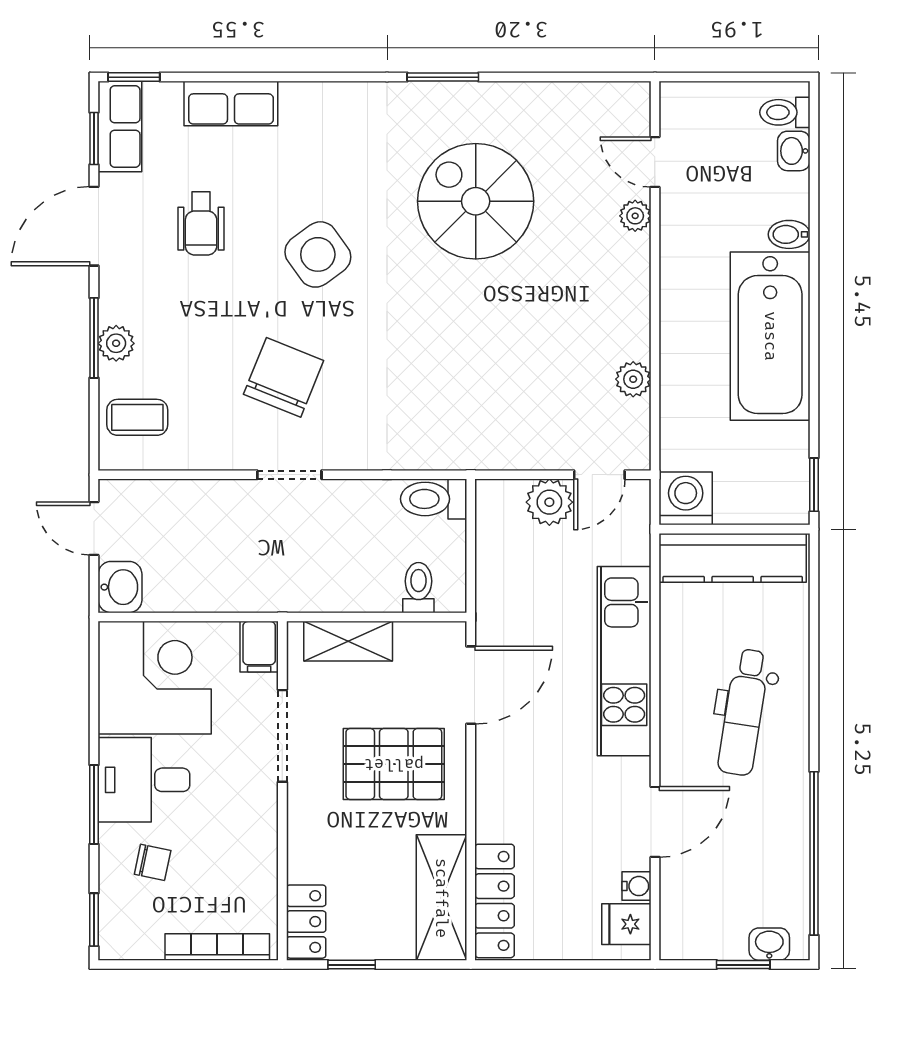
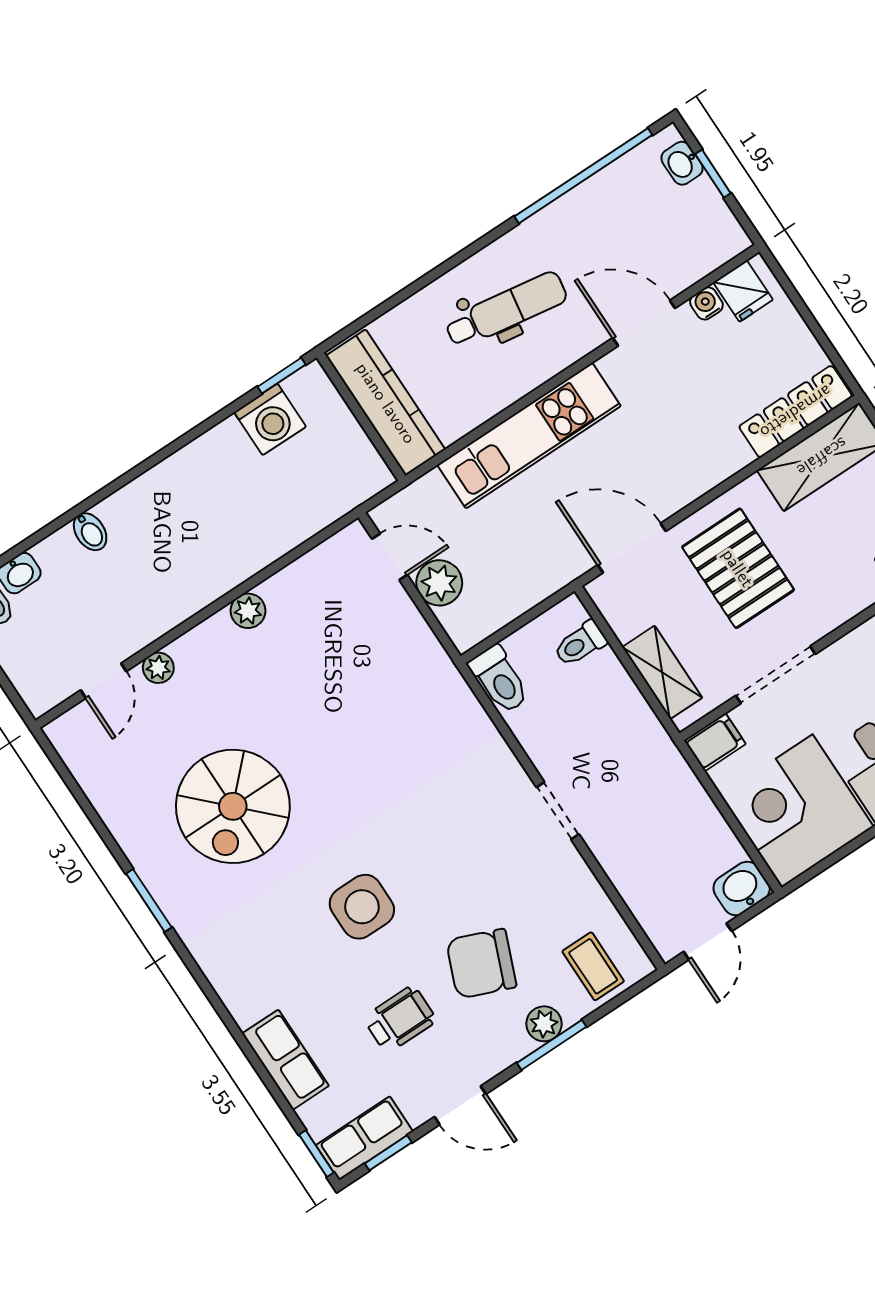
door: (94, 226) -> (460, 1105), width x0.73
side table: (318, 254) -> (362, 907), turned 36
bathtub: (770, 336) -> (184, 492), removed
chair: (284, 377) -> (481, 964), moved
plant: (633, 379) -> (248, 611), moved
washing machine: (686, 498) -> (270, 419), moved, turned -90

